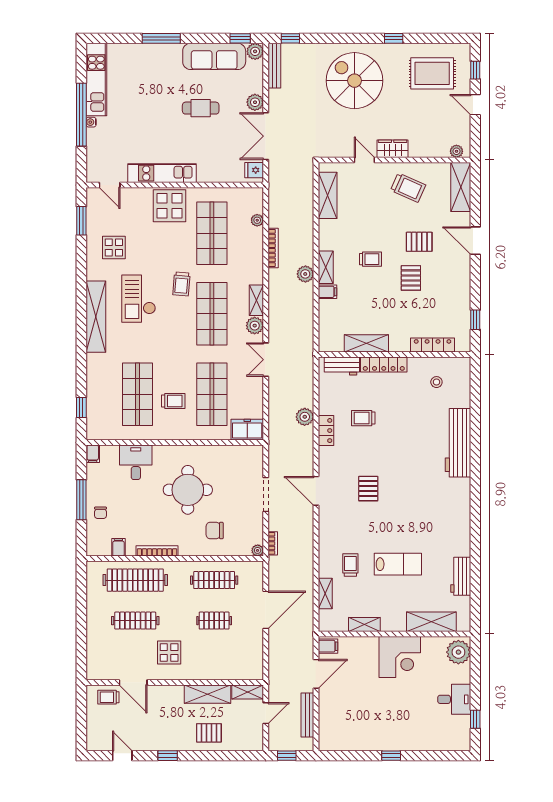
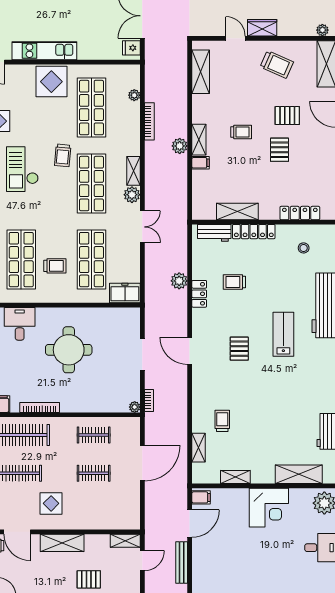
double door: (266, 360) -> (142, 227), swing flipped
chair: (215, 531) -> (94, 388), removed
lab bench: (398, 564) -> (283, 334), moved, turned -90
clothes rail: (214, 580) -> (94, 435), width x0.73
shelving: (207, 694) -> (62, 543), moved

